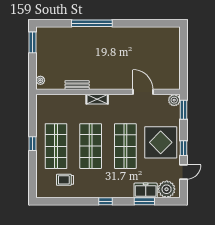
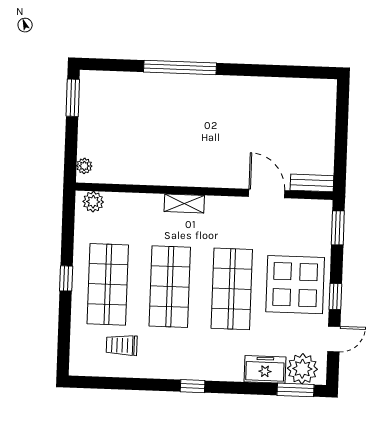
bench: (77, 85) -> (312, 183), moved
plant: (174, 100) -> (93, 202), moved
window: (144, 201) -> (295, 390), moved

